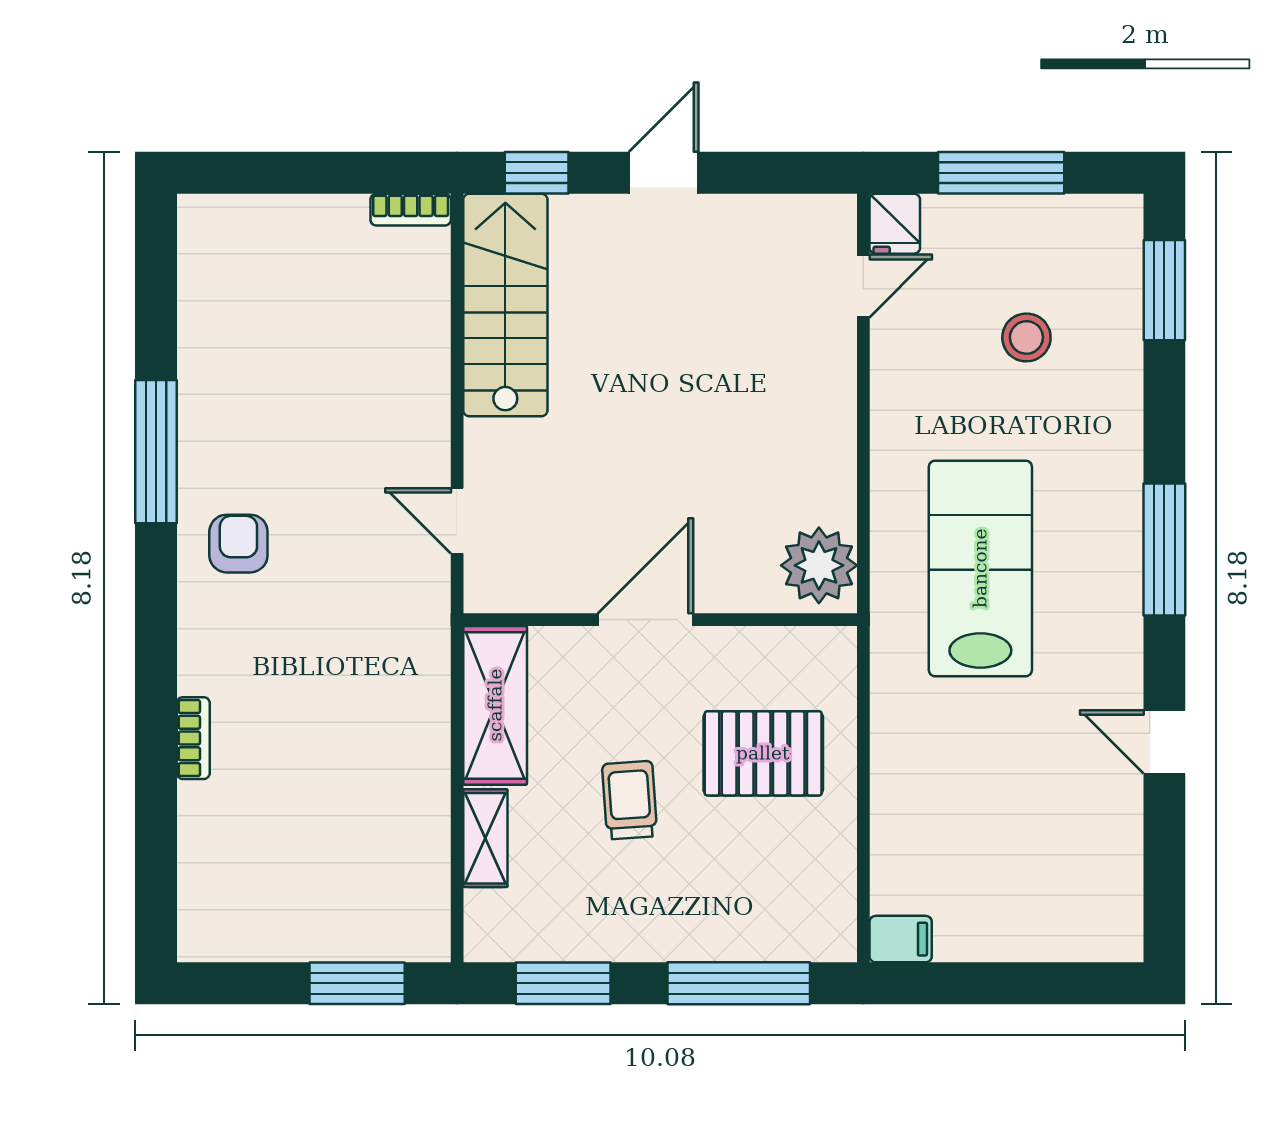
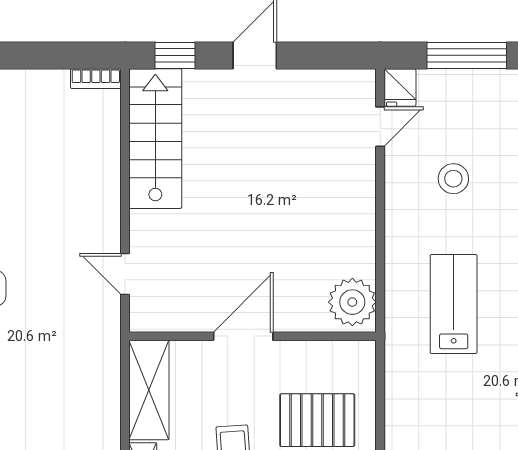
stool: (1026, 337) -> (453, 179), moved
lab bench: (980, 568) -> (454, 304), width x0.73, depth x0.72

